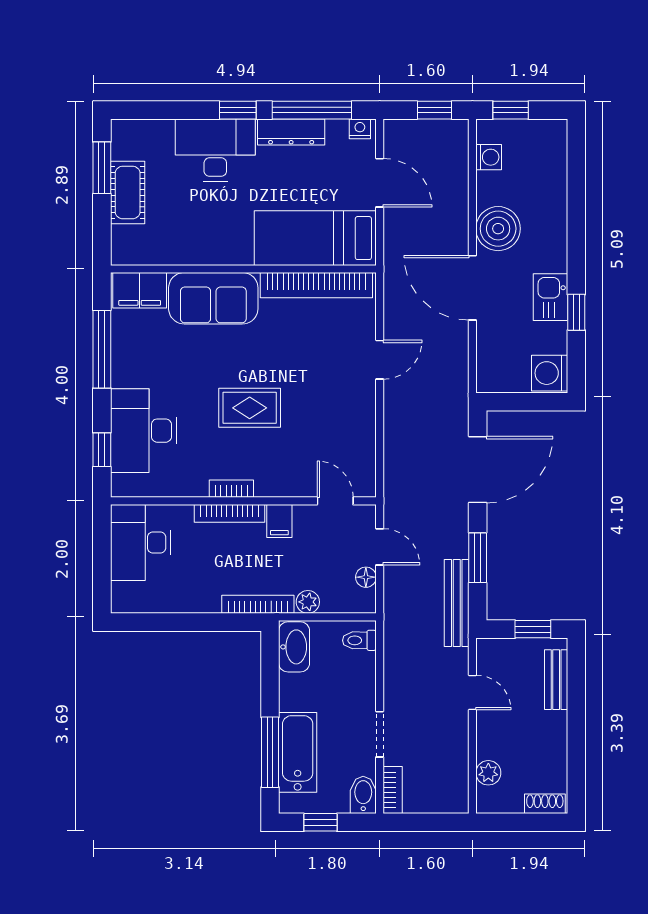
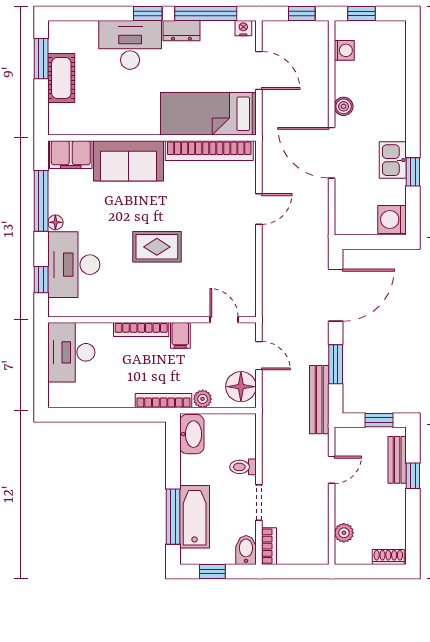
dresser: (291, 132) -> (181, 31), width x0.70
boiler: (498, 229) -> (344, 106), width x0.54, depth x0.54
floor lamp: (120, 377) -> (55, 222), added
bookcase: (231, 489) -> (143, 310), removed
floor lamp: (366, 577) -> (241, 387), width x1.89, depth x1.89
toilet: (359, 640) -> (243, 467), moved
door: (472, 692) -> (332, 470), hinge flipped
window: (576, 700) -> (413, 476), added

